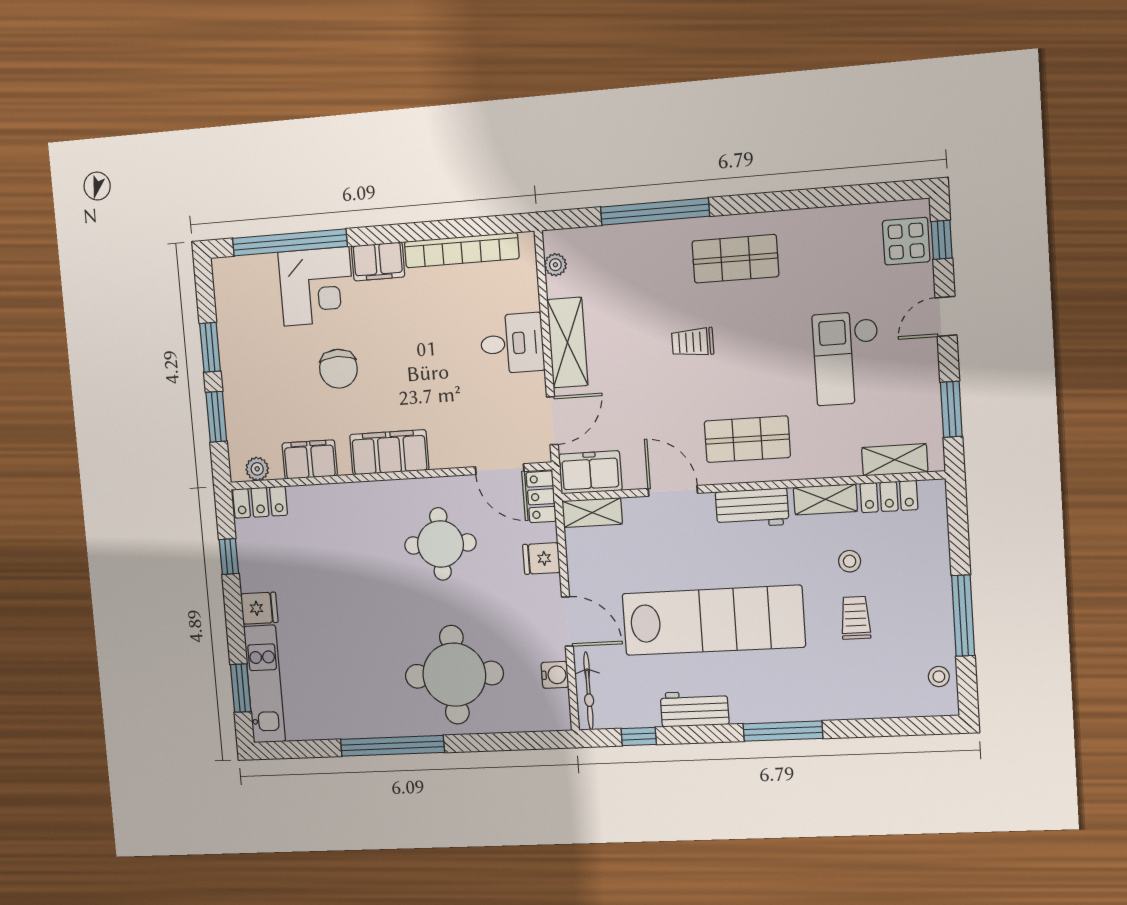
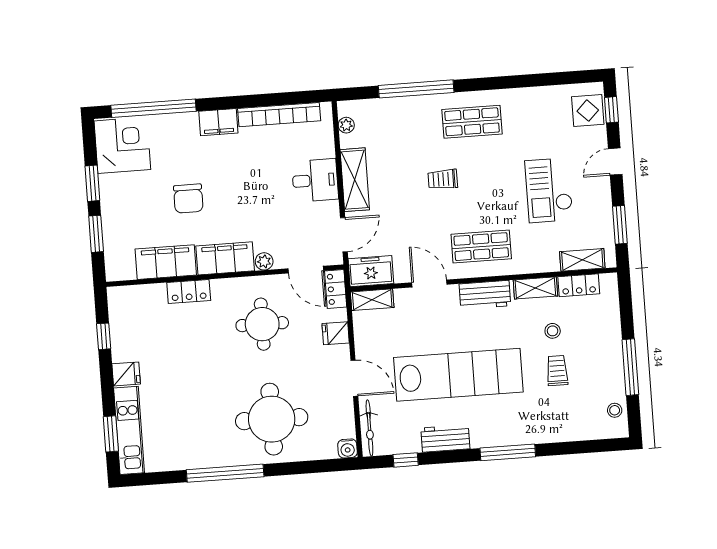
corner desk: (316, 286) -> (122, 145), moved, turned -90
filing cabinet: (310, 459) -> (166, 262), width x1.50, depth x1.17
plant: (257, 469) -> (264, 261), moved
locker: (260, 502) -> (189, 291), moved
water cooler: (555, 675) -> (348, 448), moved, turned 90

